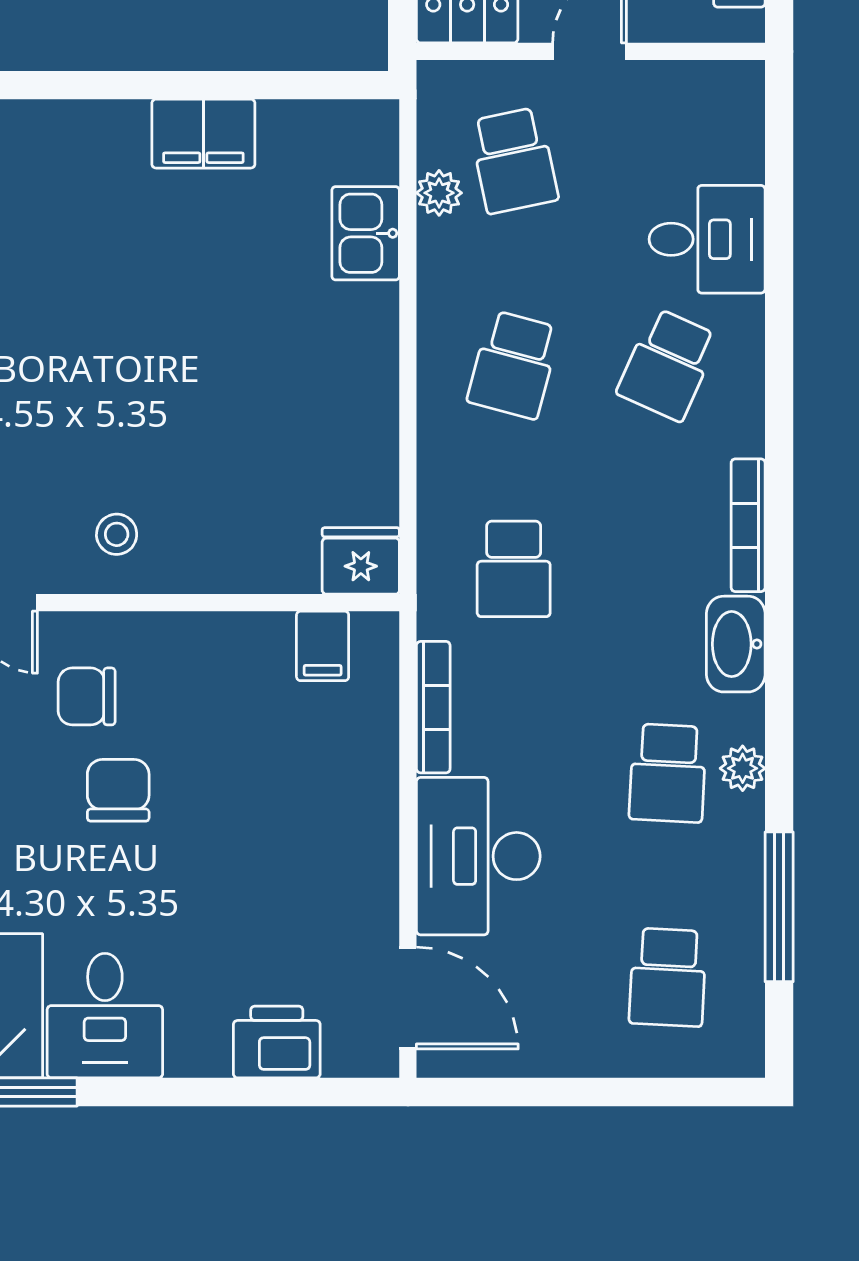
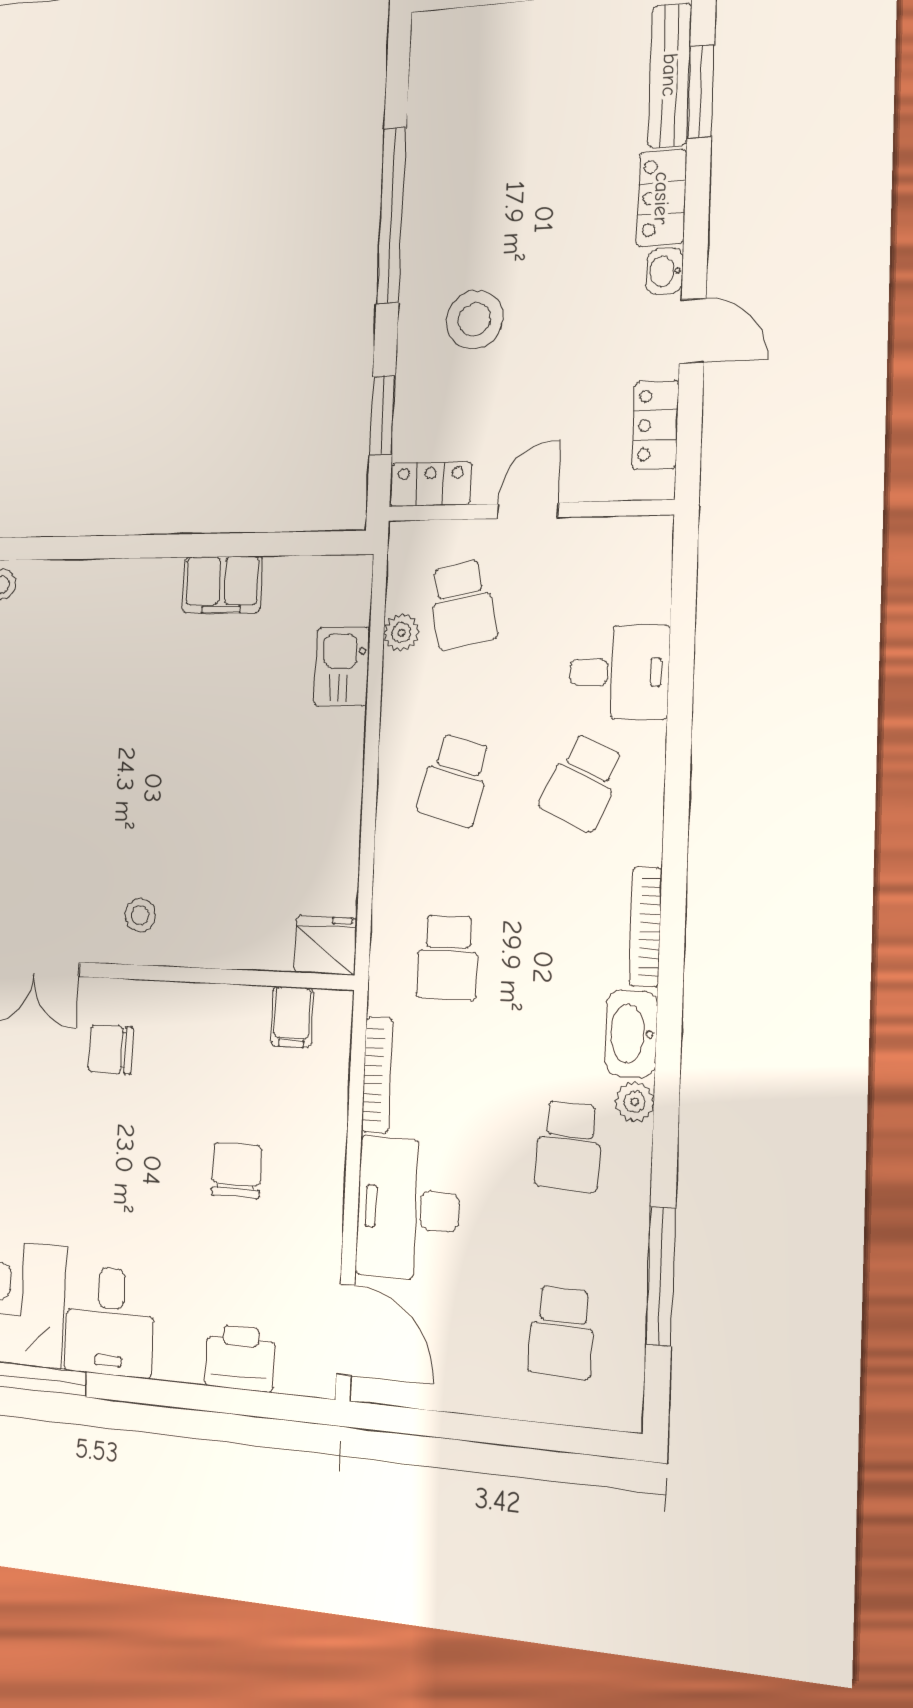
plant: (743, 768) -> (635, 1102), moved
chair: (118, 790) -> (237, 1171), moved

